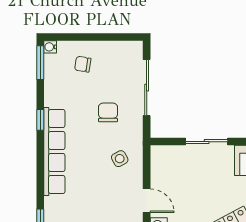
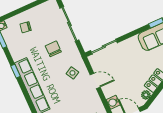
sliding door: (207, 142) -> (104, 47), moved
door: (147, 201) -> (95, 81), moved

